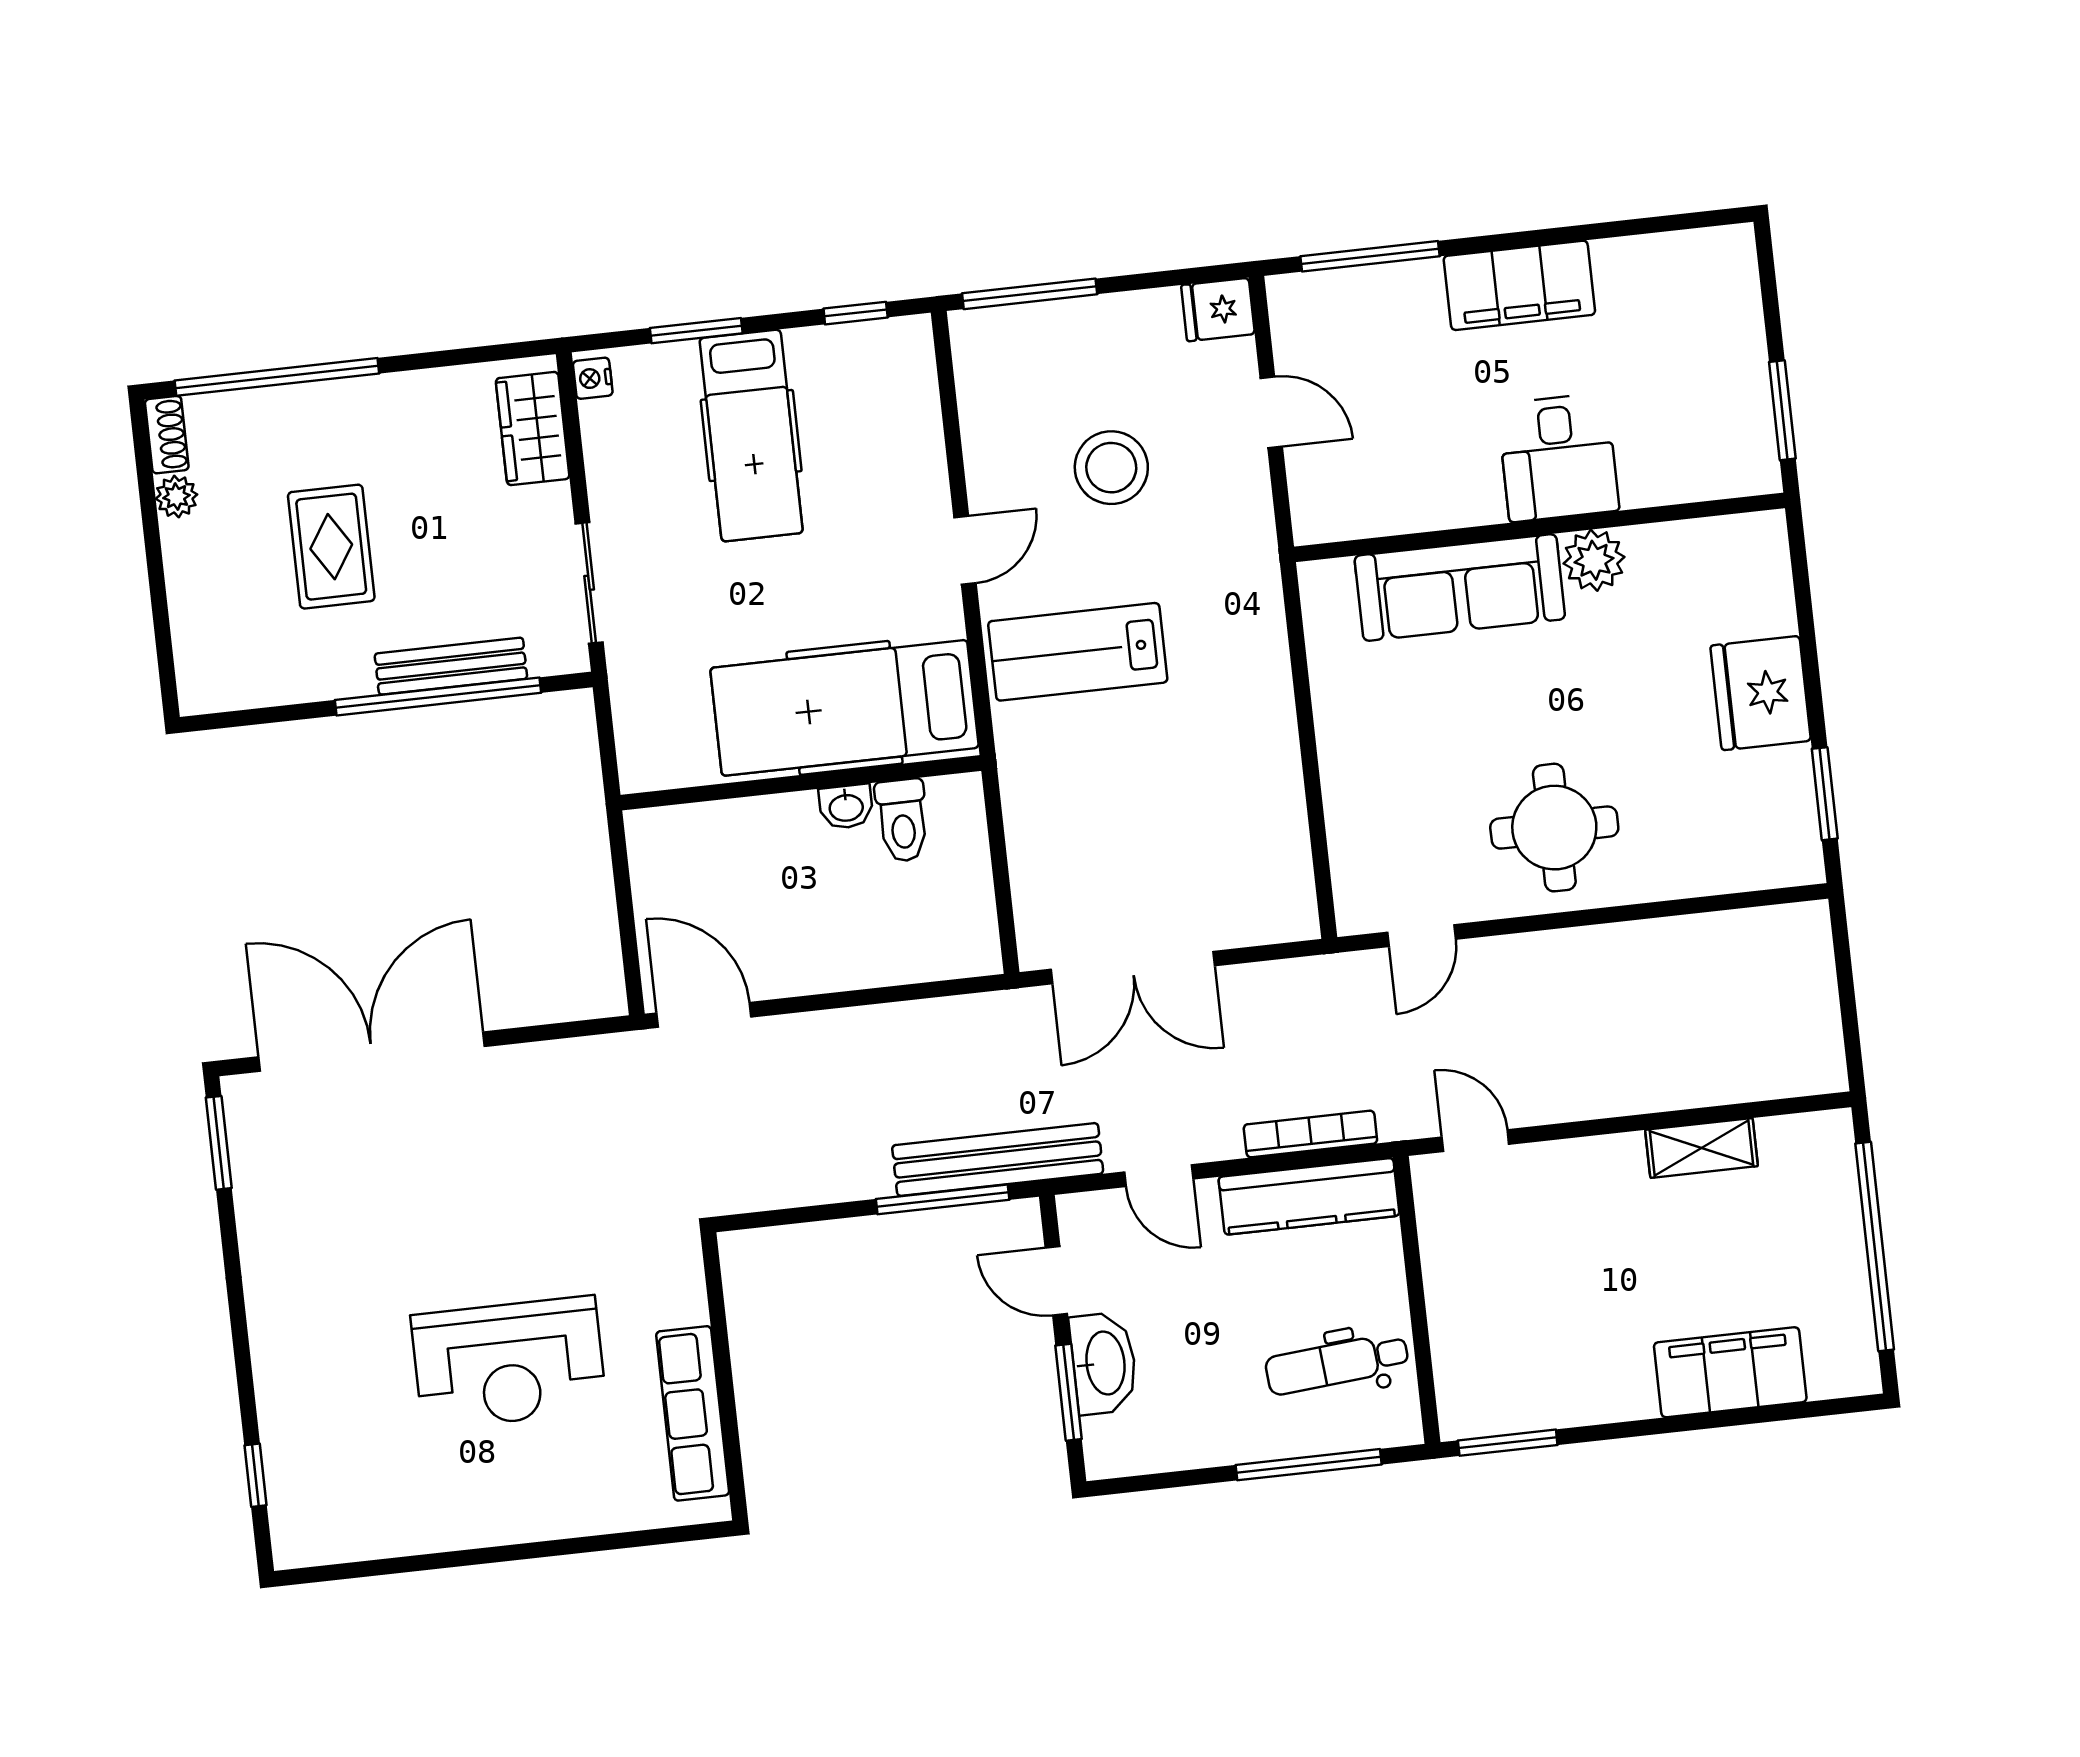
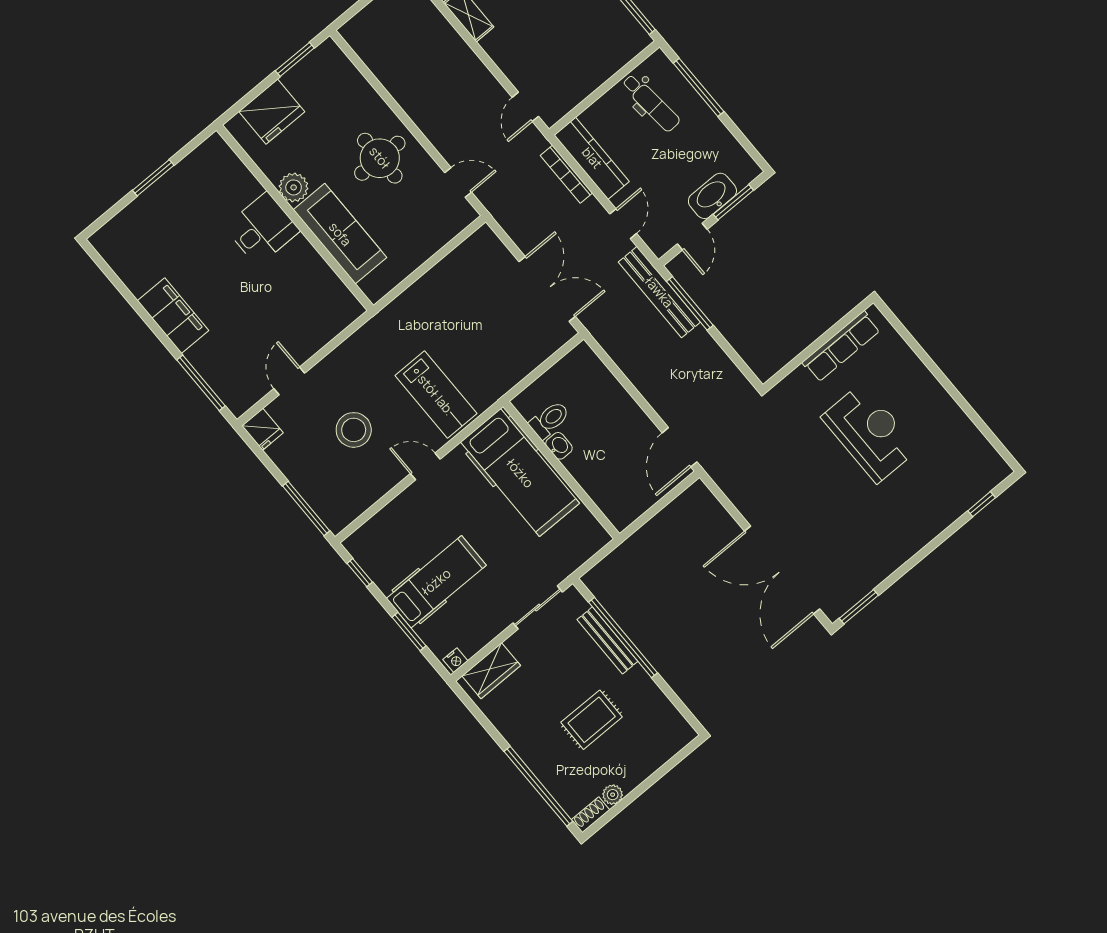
desk: (1558, 457) -> (262, 229), moved
wall: (1540, 527) -> (295, 218), moved
plant: (1594, 560) -> (294, 187), moved
sofa: (1460, 587) -> (340, 234), moved

